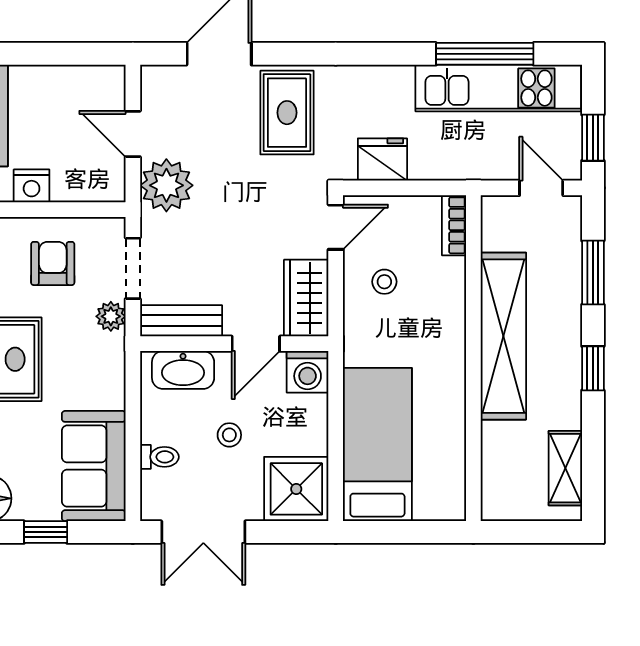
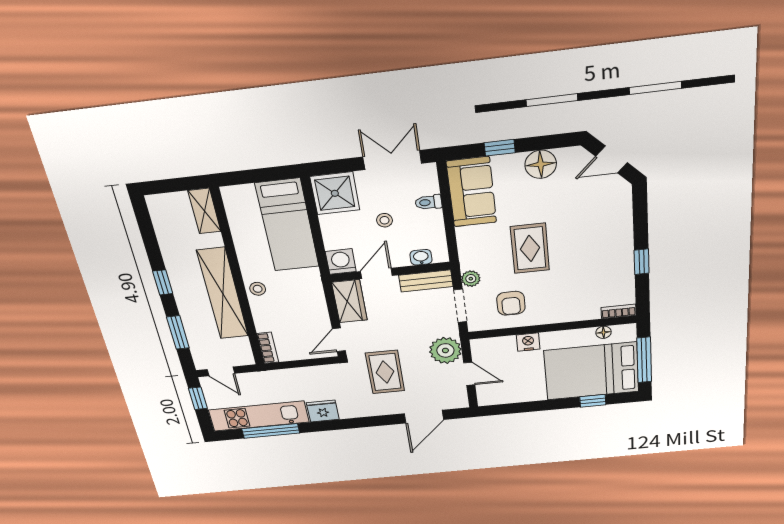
rug: (287, 113) -> (385, 372), moved
fridge: (382, 159) -> (323, 411), moved, turned 180
stool: (384, 282) -> (258, 289), moved
washbasin: (183, 370) -> (421, 257), width x0.52, depth x0.69
shelving: (565, 468) -> (204, 211), moved

